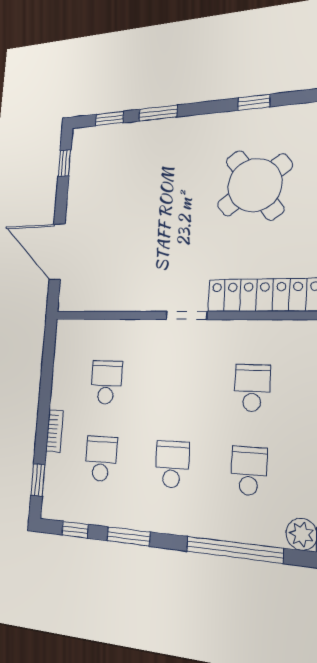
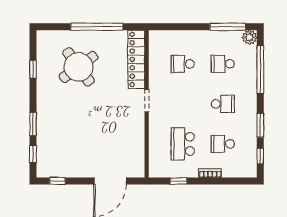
school desk: (106, 382) -> (183, 144), width x1.85
school desk: (172, 464) -> (223, 104), turned 180
window: (38, 480) -> (179, 181), moved

